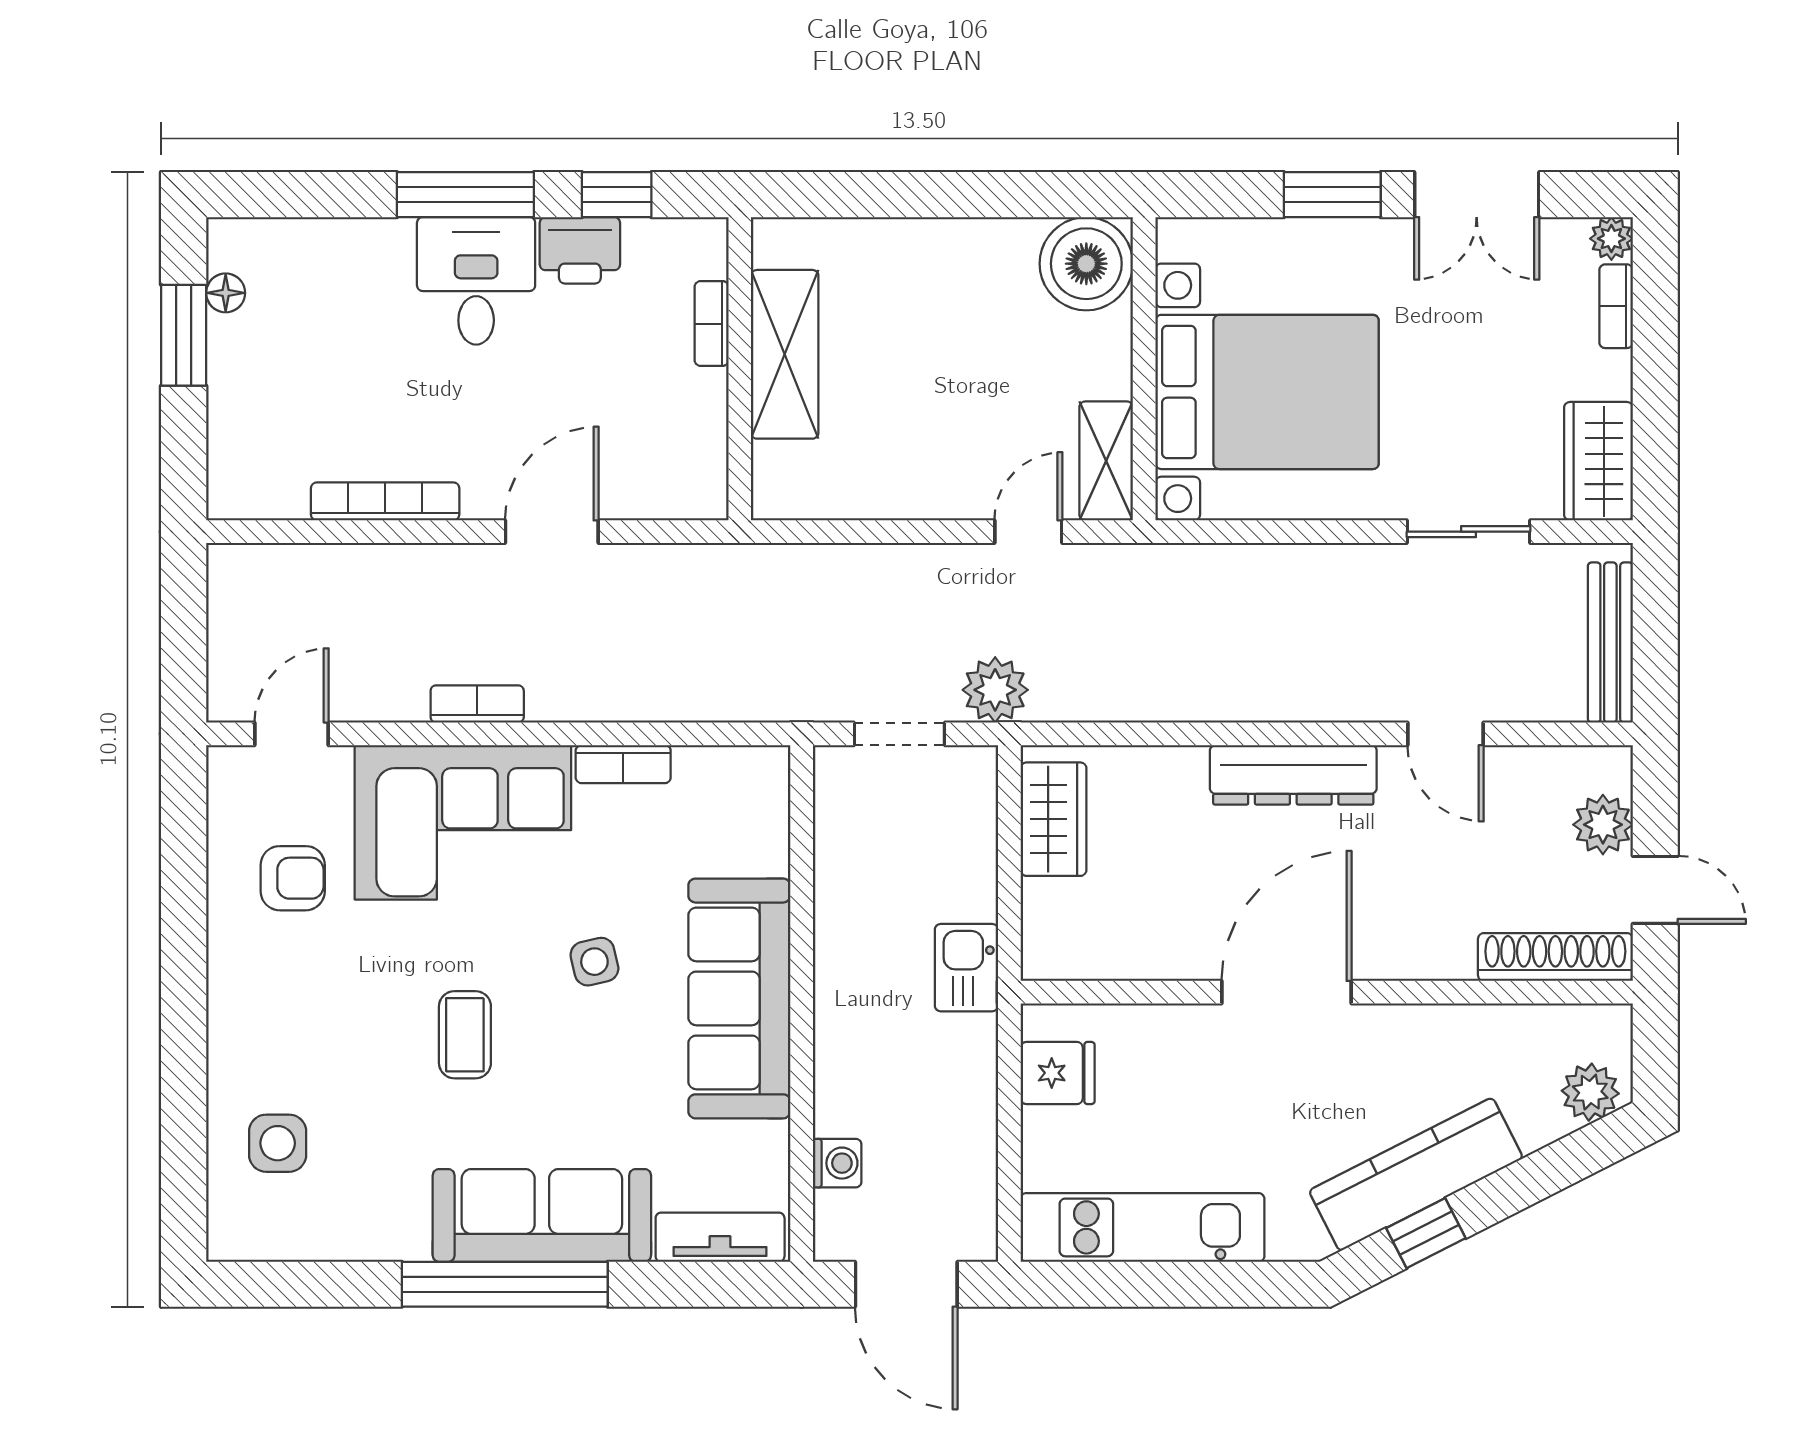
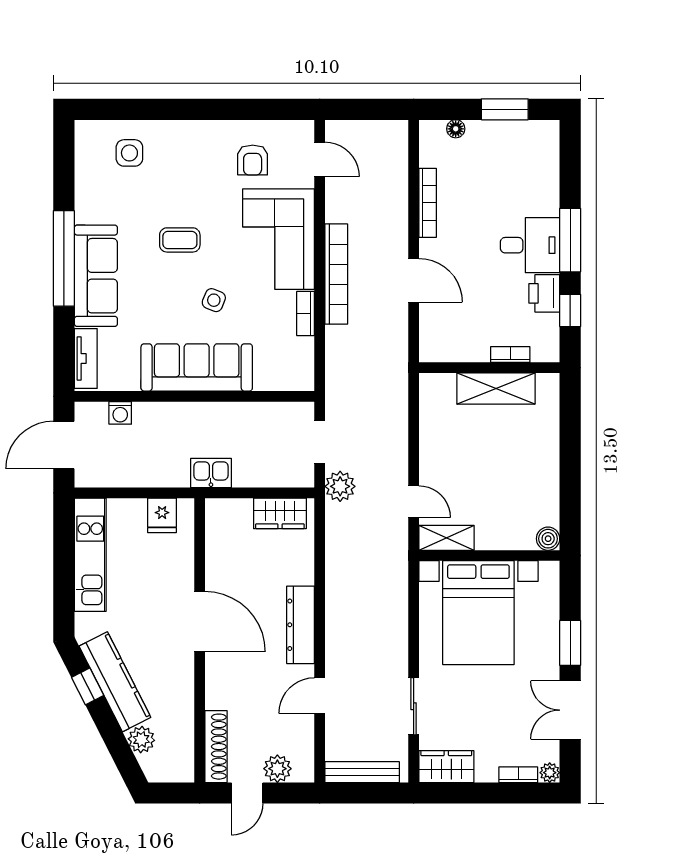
boiler: (1086, 264) -> (548, 539), width x0.54, depth x0.54
floor lamp: (226, 293) -> (456, 129), moved
bookcase: (477, 704) -> (336, 274), width x2.31, depth x1.31
side table: (594, 962) -> (214, 300), turned 35
plant: (1590, 1092) -> (141, 740), moved

